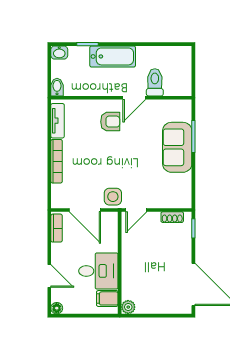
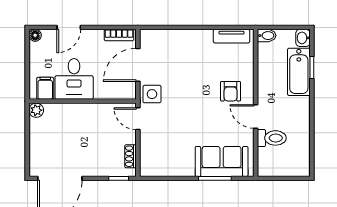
bathtub: (113, 56) -> (299, 72), moved
sofa: (177, 147) -> (222, 162), moved
bookcase: (57, 161) -> (189, 35), removed

